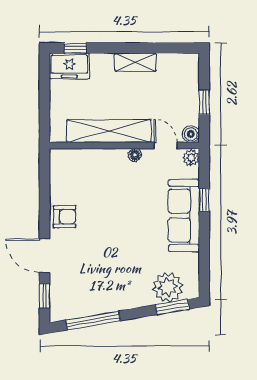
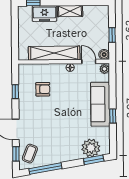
freezer: (69, 66) -> (44, 14), moved
window: (45, 194) -> (15, 92), added
window: (204, 200) -> (113, 116), moved
armchair: (65, 217) -> (43, 89), moved
coffee table: (68, 296) -> (30, 154), added

